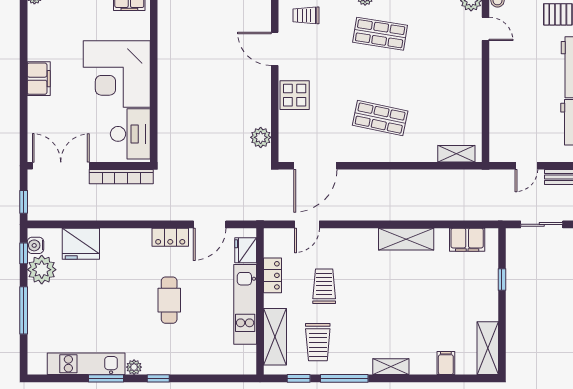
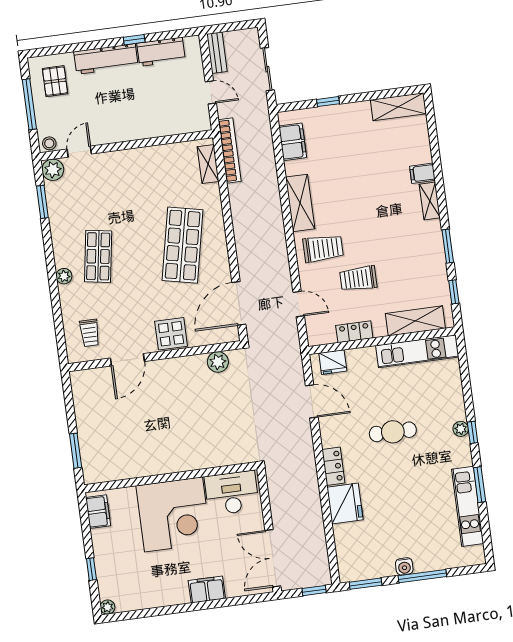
filing cabinet: (39, 79) -> (207, 590), moved
shop shelf: (380, 118) -> (183, 245), width x1.43, depth x1.36
door: (315, 166) -> (239, 303), swing flipped
bookcase: (121, 177) -> (230, 150), moved
locker: (170, 237) -> (333, 466), moved
fridge: (81, 244) -> (345, 503), moved
water cooler: (35, 245) -> (404, 566), moved
window: (24, 253) -> (366, 584), width x1.50
plant: (42, 270) -> (379, 563), removed
kitchen unit: (245, 304) -> (417, 351), moved
trolley: (318, 342) -> (323, 248), moved
filing cabinet: (446, 363) -> (422, 173), moved
plant: (134, 367) -> (461, 429), moved
window: (344, 378) -> (448, 246), width x0.69

